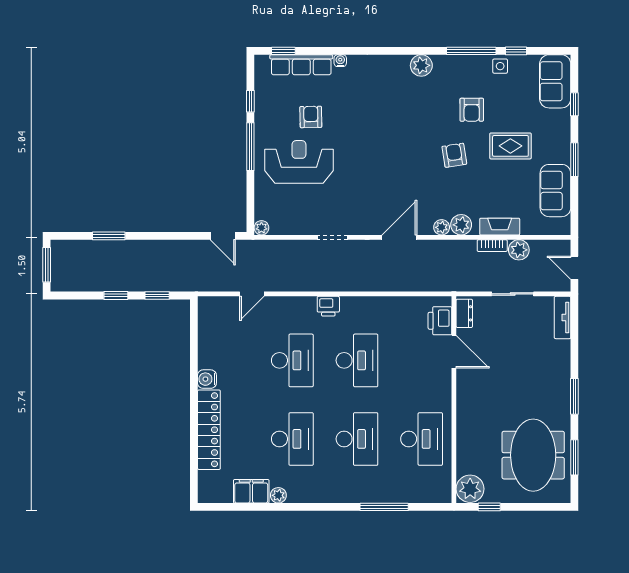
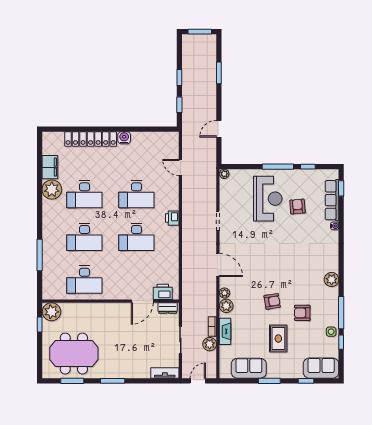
armchair: (311, 117) -> (298, 206), turned -94
door: (223, 236) -> (219, 129), moved
plant: (278, 495) -> (52, 190), width x1.87, depth x1.87

